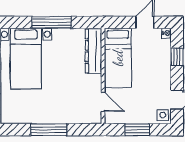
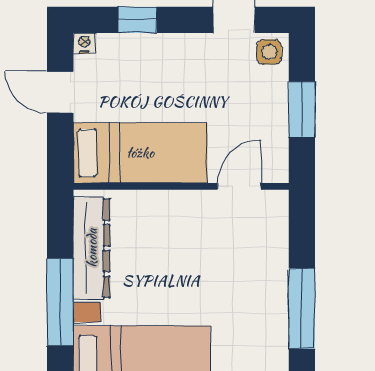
dresser: (93, 51) -> (92, 248), moved, turned -90

